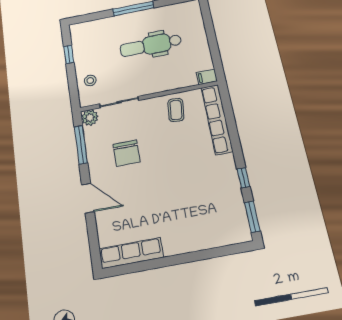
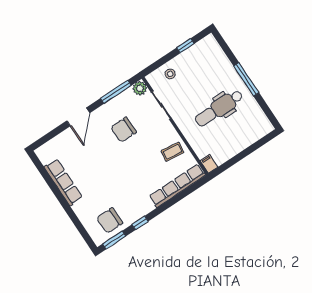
dental chair: (151, 45) -> (219, 108), turned -90
chair: (226, 212) -> (110, 220), added
row of seats: (131, 253) -> (63, 182), moved

